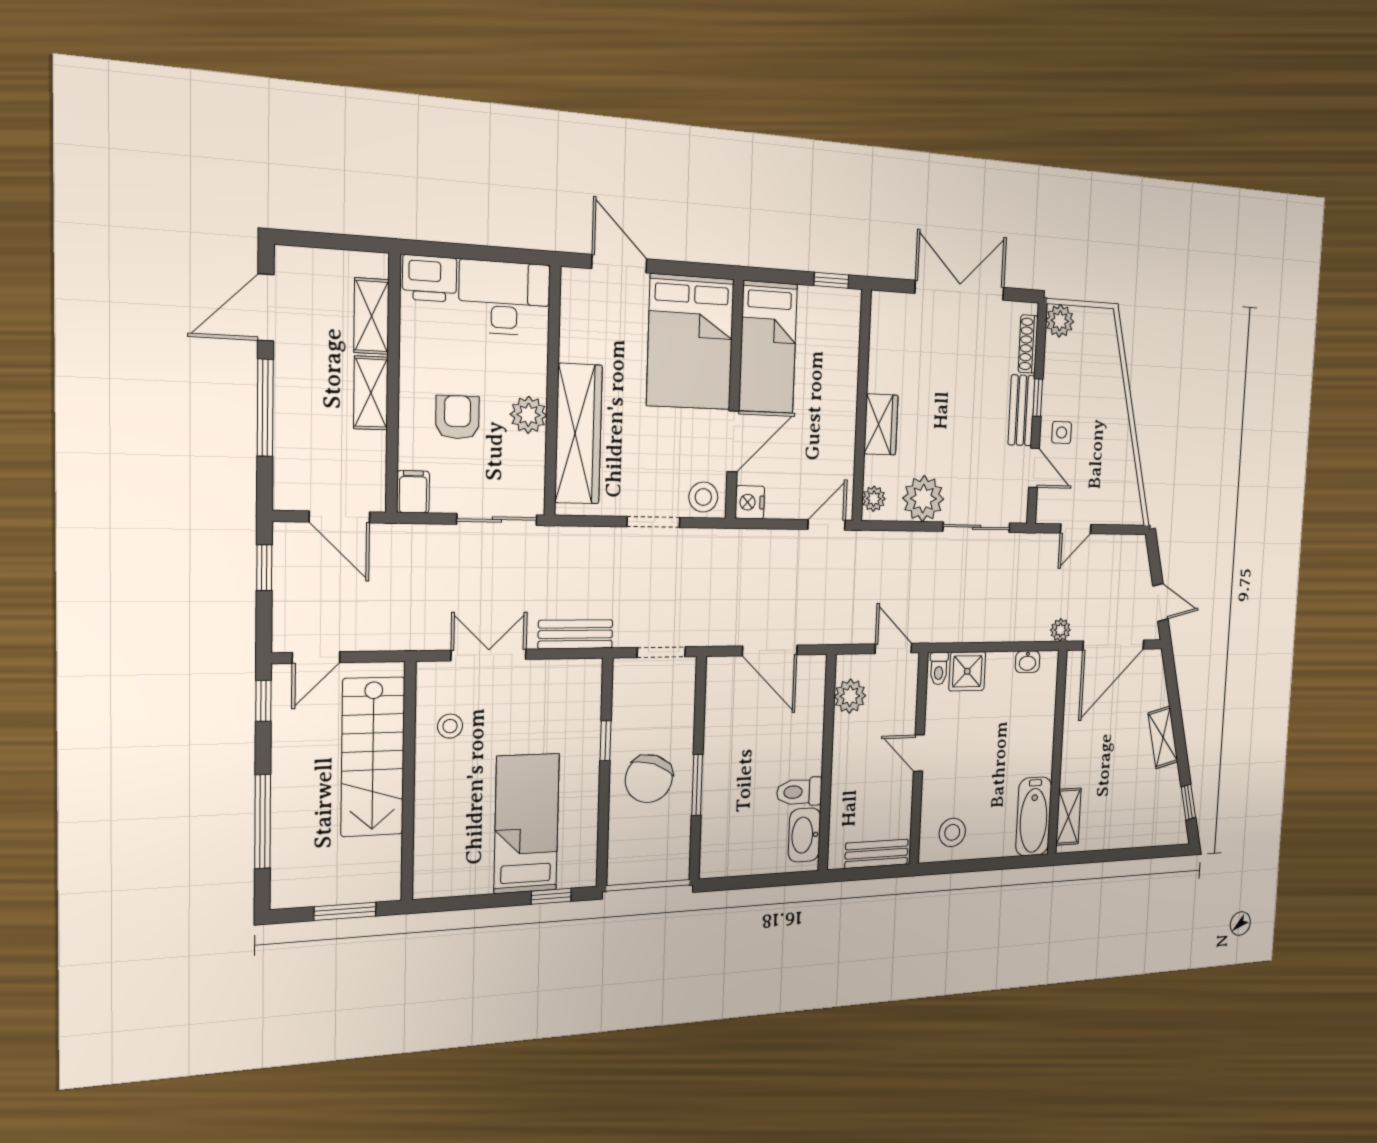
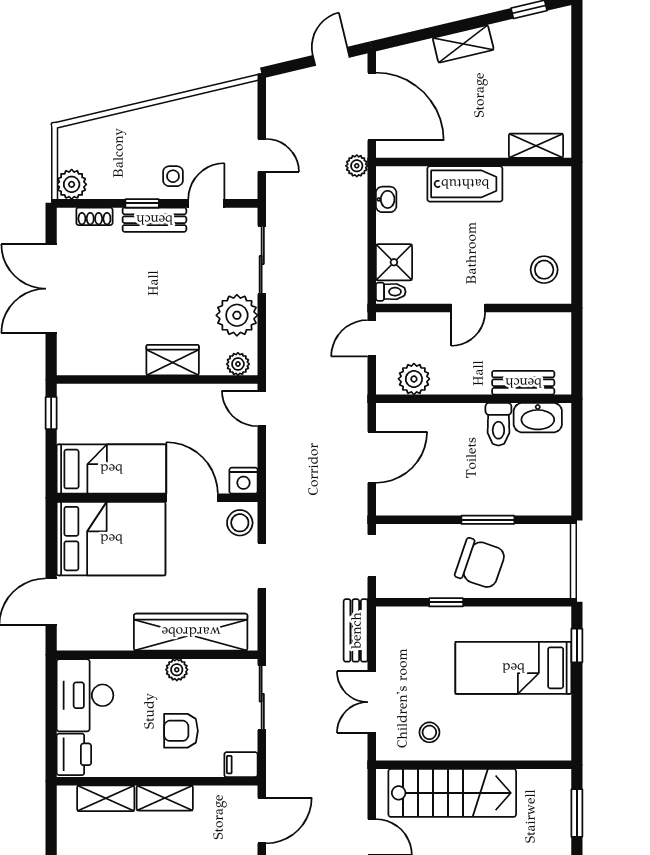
shoe rack: (1028, 344) -> (94, 216), width x0.70
plant: (528, 415) -> (177, 670), width x0.73, depth x0.73
bathtub: (1034, 816) -> (465, 184), moved
bench: (877, 854) -> (523, 383), moved, turned 90

